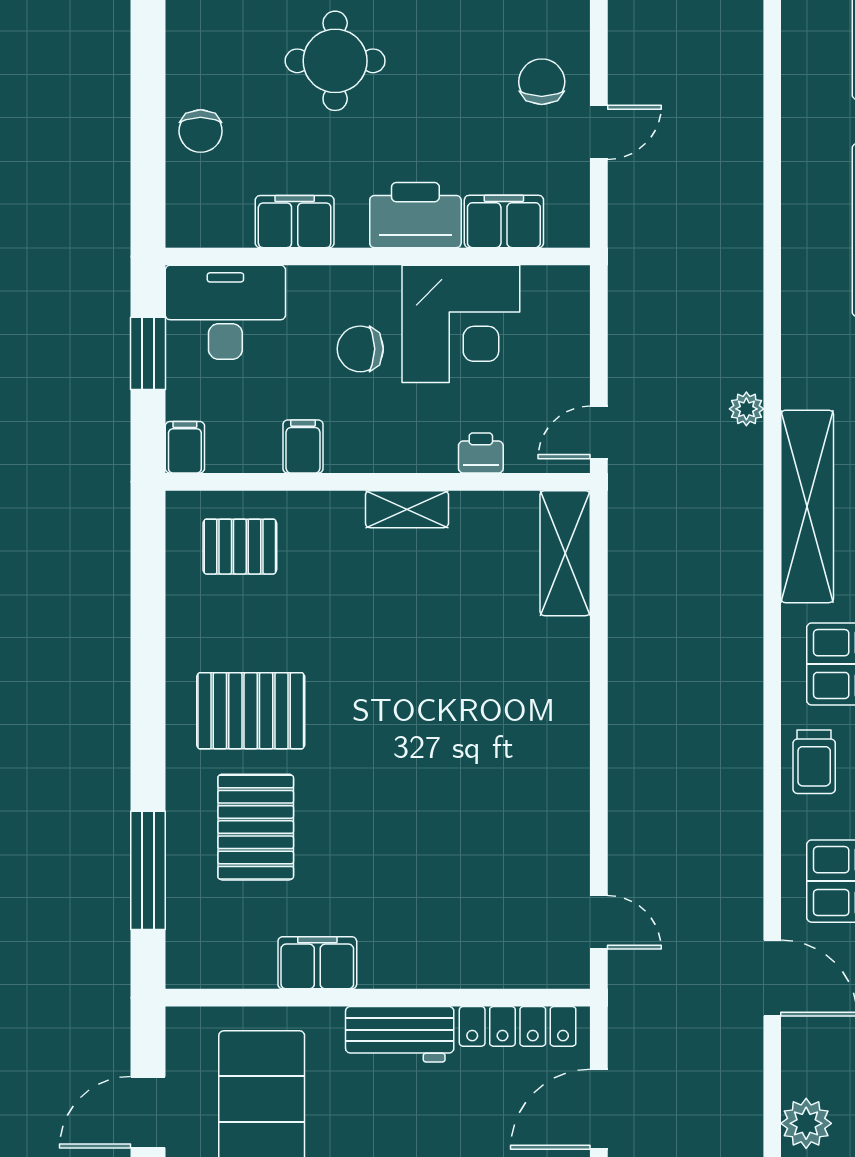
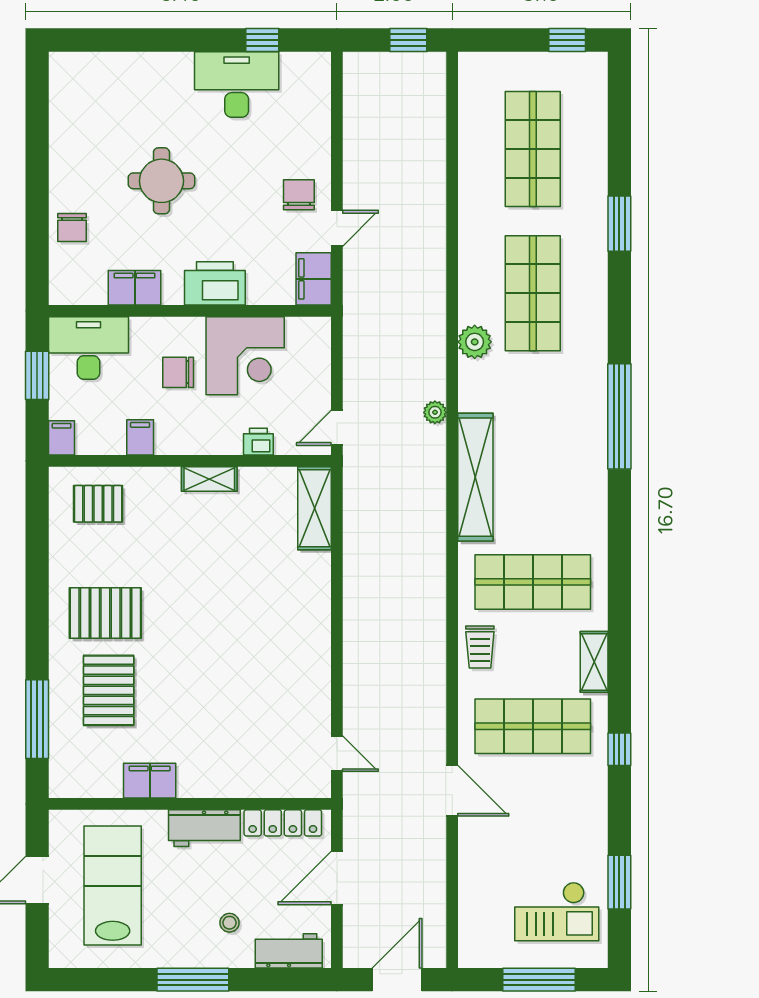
filing cabinet: (504, 221) -> (314, 279), moved, turned -90
plant: (806, 1123) -> (475, 342), moved

